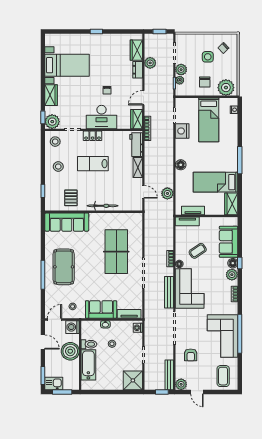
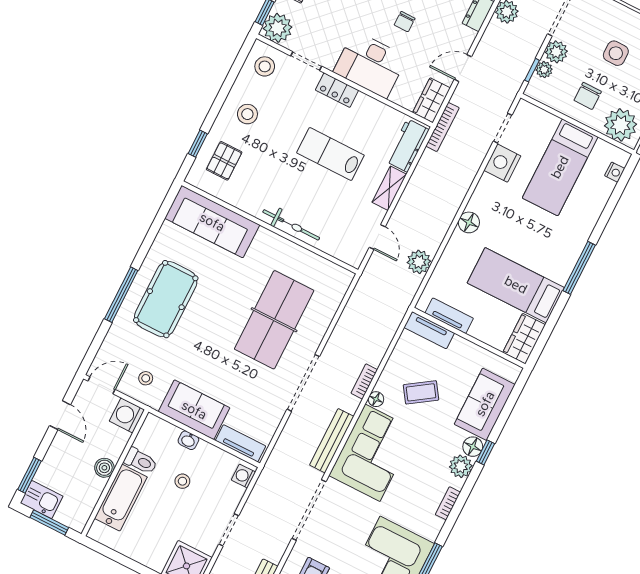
lab bench: (93, 164) -> (330, 154), moved
pallet: (71, 198) -> (224, 161), moved
boiler: (70, 351) -> (104, 468), width x0.54, depth x0.54

